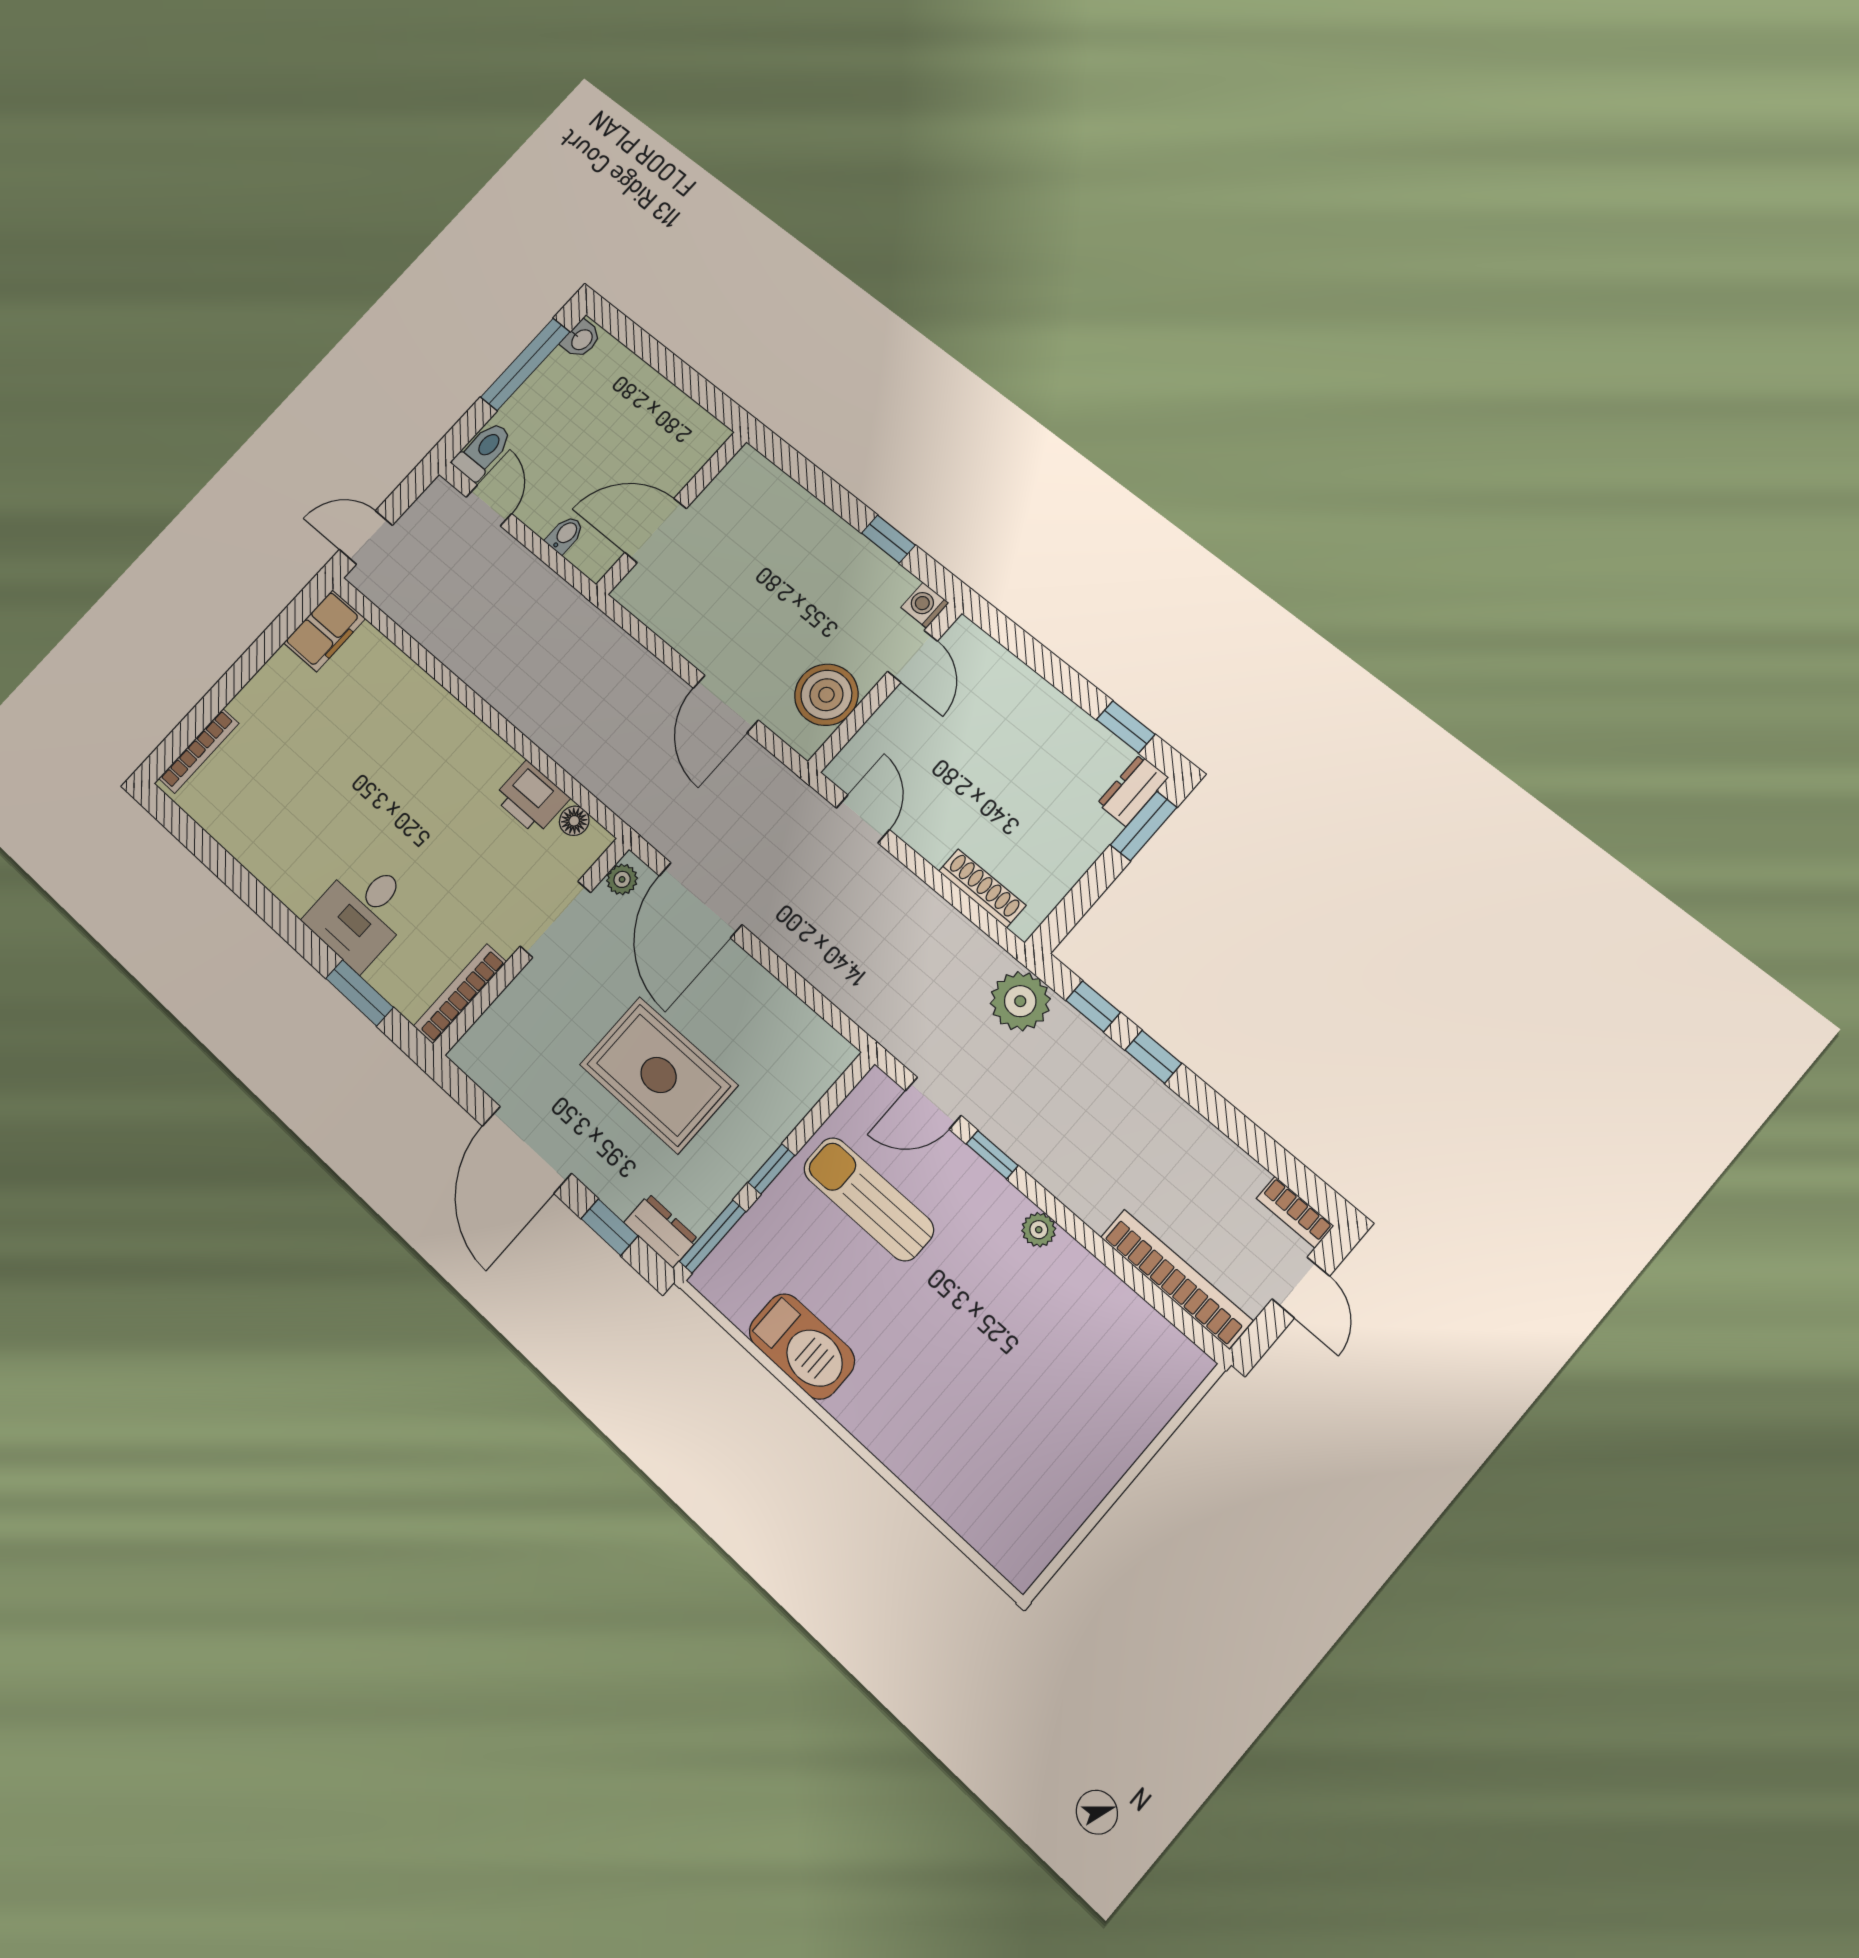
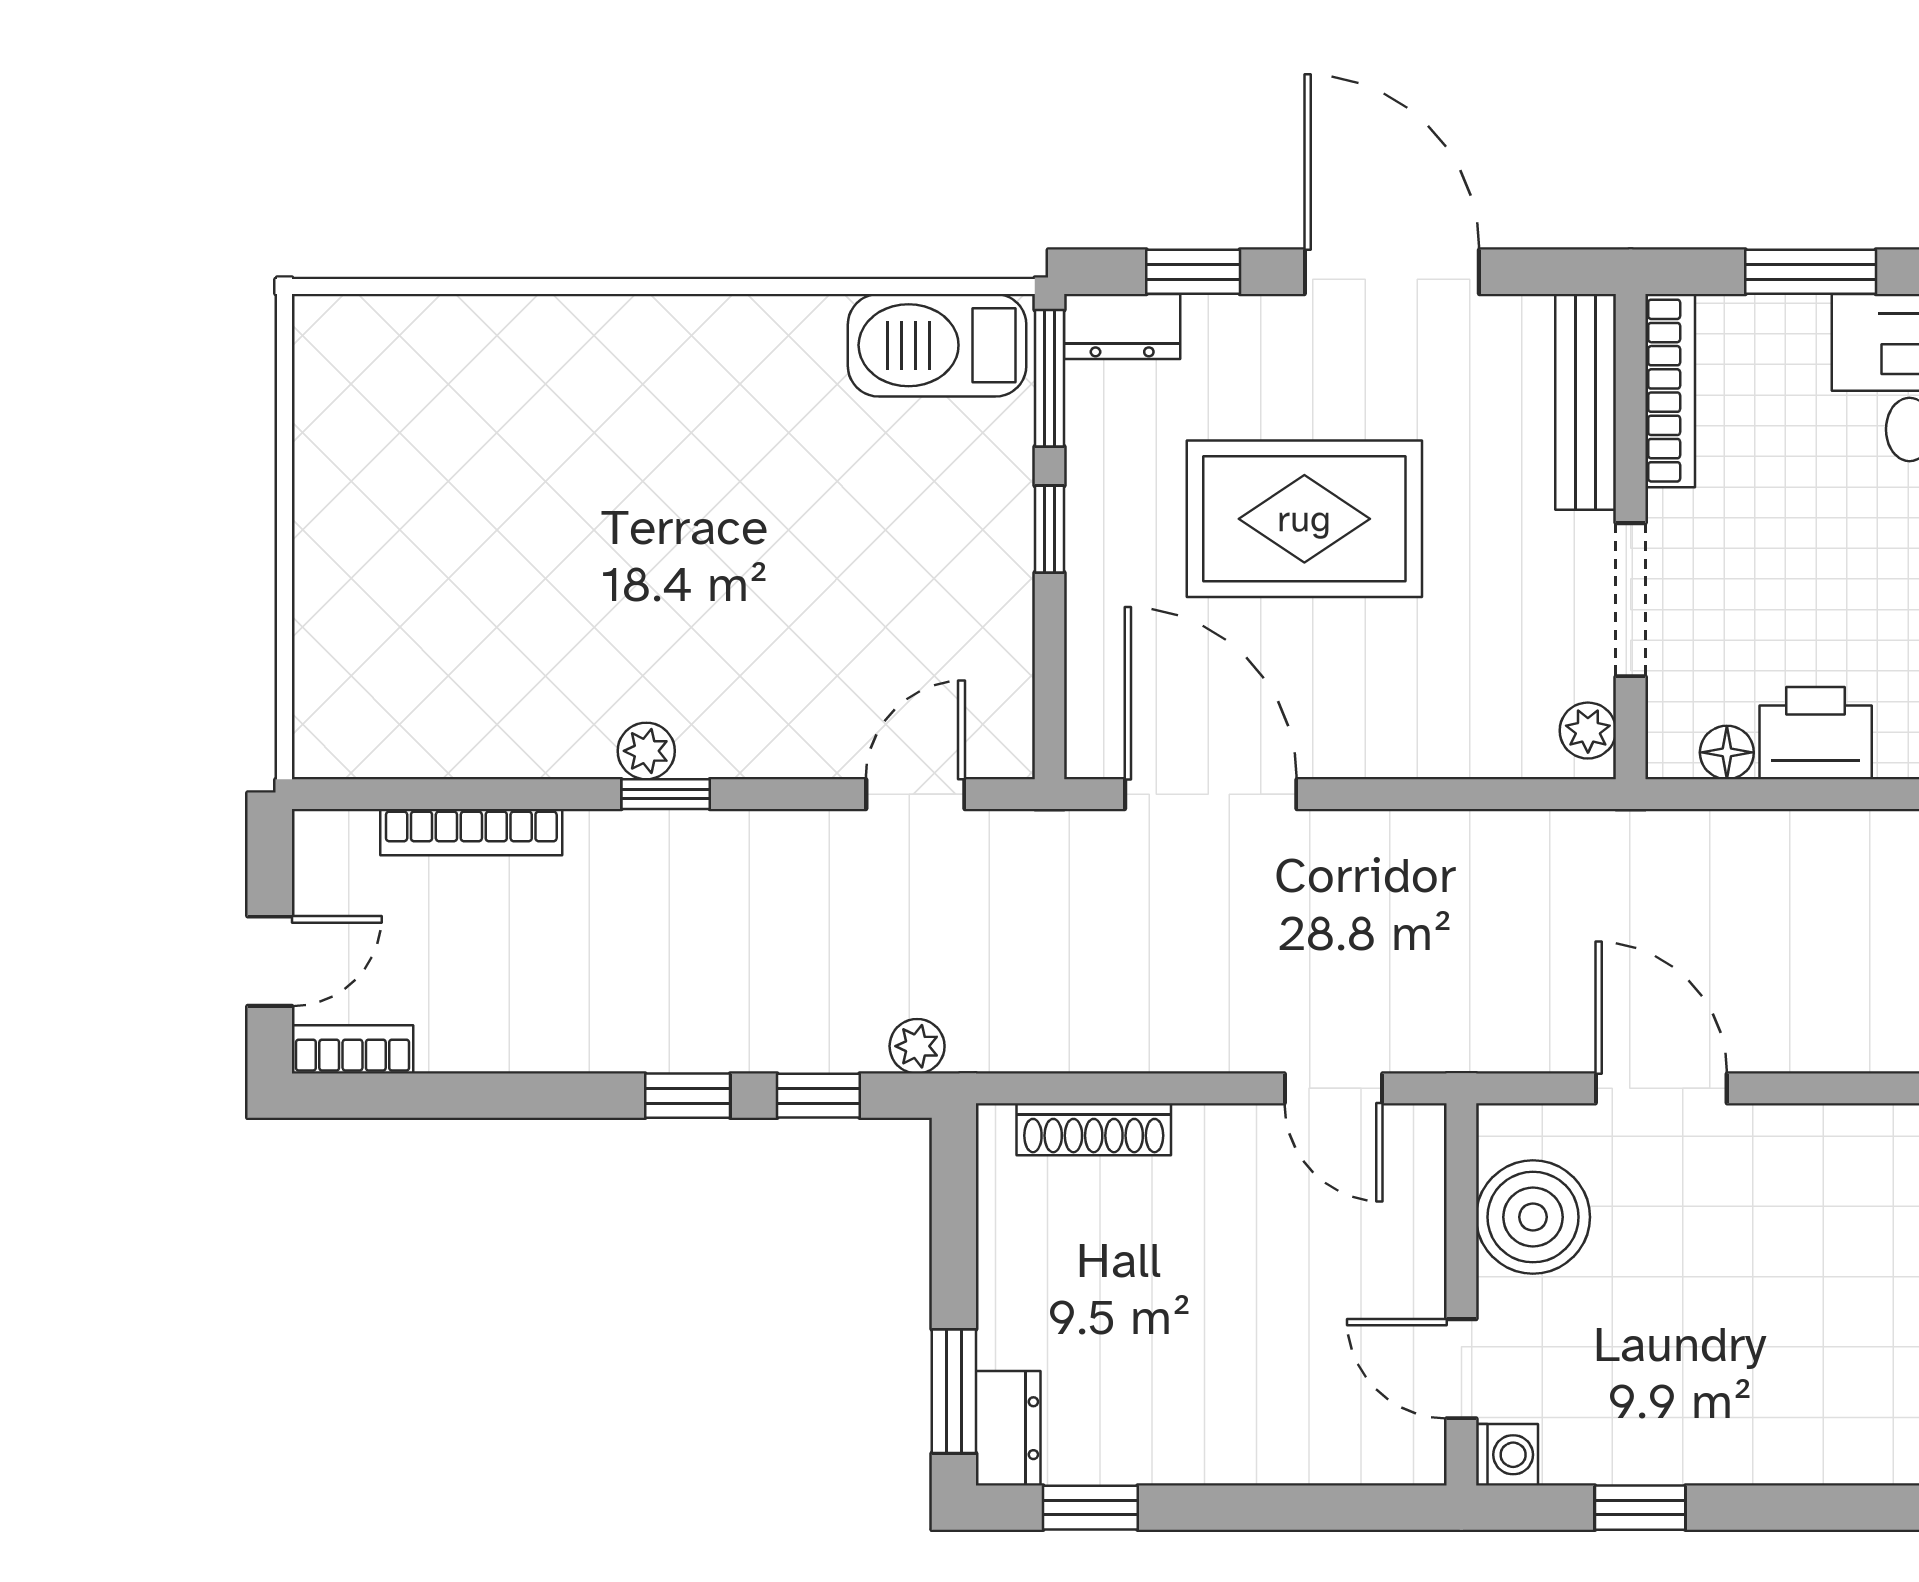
door: (700, 900) -> (1211, 794), moved
plant: (1020, 1001) -> (917, 1046), width x0.53, depth x0.53
bench: (498, 1020) -> (1586, 402), added
window: (992, 1155) -> (666, 794), moved
sun lounger: (869, 1199) -> (892, 601), removed
bookcase: (1176, 1279) -> (471, 832), width x0.68, depth x0.76
door: (1301, 1288) -> (270, 961), swing flipped
barbecue: (802, 1346) -> (937, 345), moved

